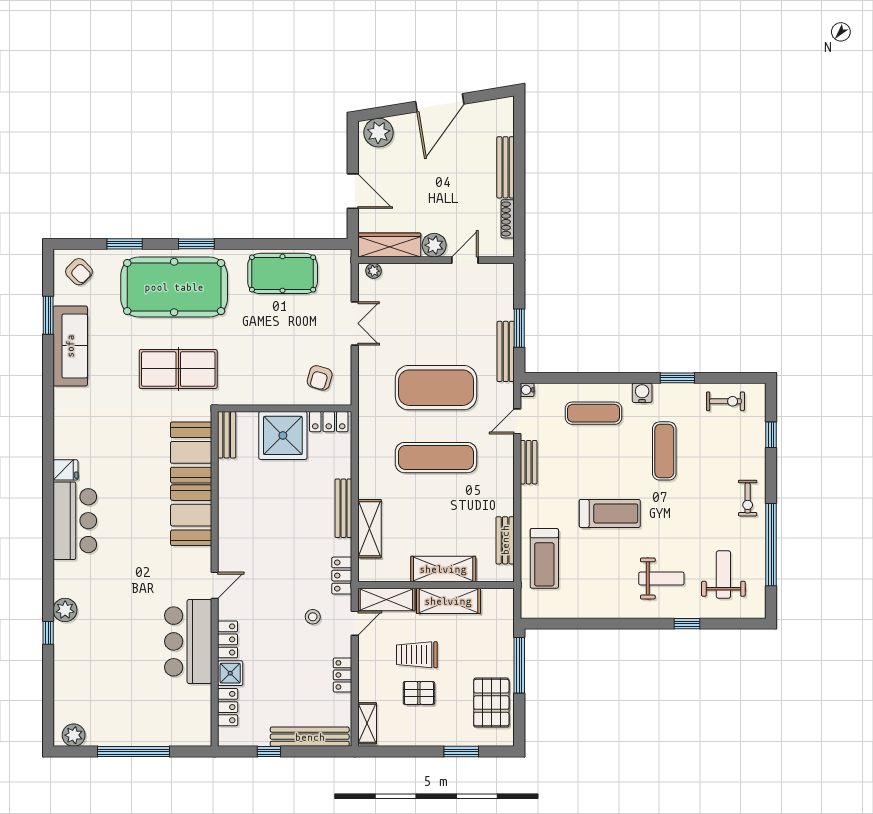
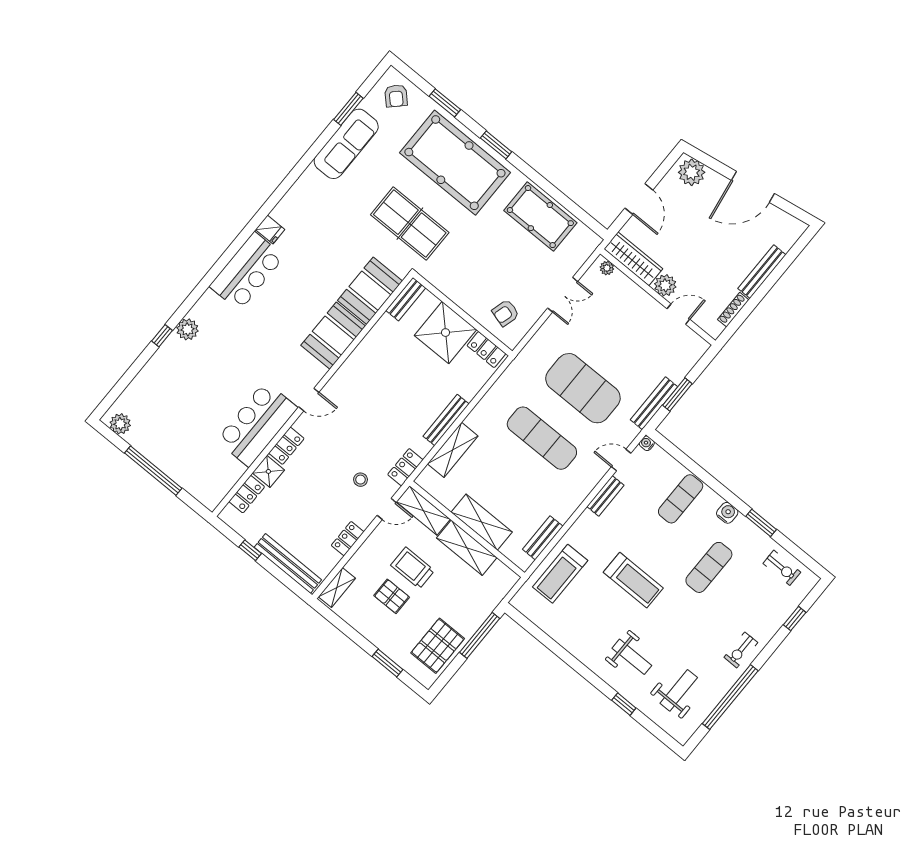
exercise mat: (594, 413) -> (681, 499), turned 90

